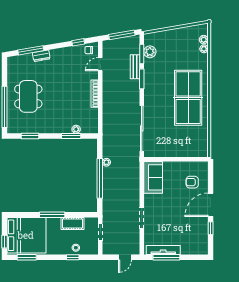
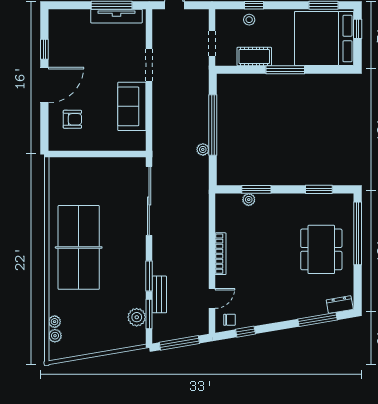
dresser: (41, 56) -> (340, 305), moved
sofa: (153, 177) -> (132, 106), moved

